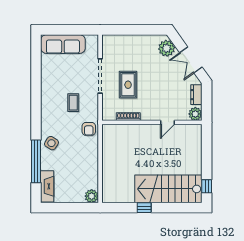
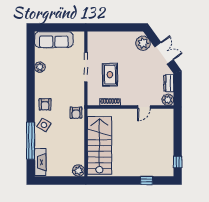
double door: (191, 60) -> (164, 53), swing flipped
plant: (47, 76) -> (40, 67), added
coffee table: (73, 103) -> (63, 90), removed
armchair: (53, 119) -> (45, 104), added
stairs: (168, 189) -> (99, 145), moved, turned 90
window: (144, 208) -> (146, 181), moved

